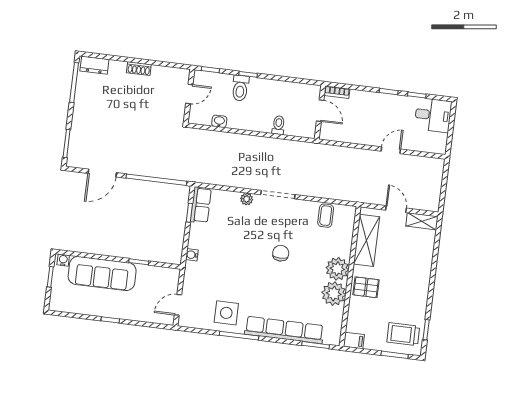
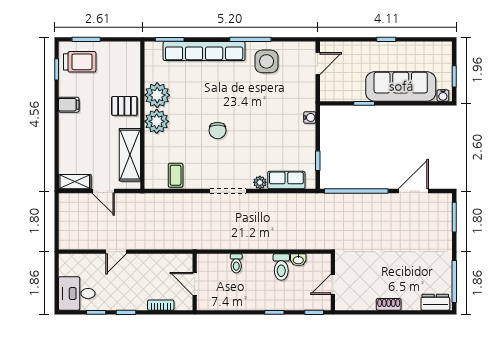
toilet: (240, 88) -> (281, 267), moved, turned 180
bookcase: (337, 92) -> (161, 305), moved
row of seats: (201, 205) -> (286, 180), moved, turned 90
filing cabinet: (354, 341) -> (69, 105), moved, turned 180

